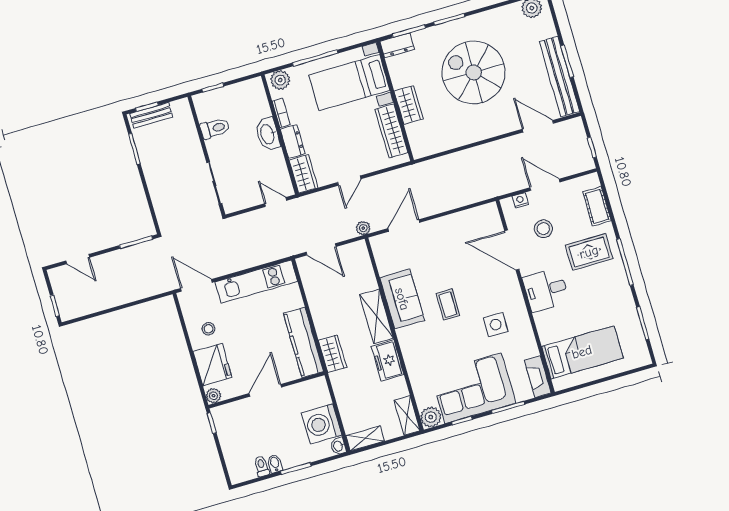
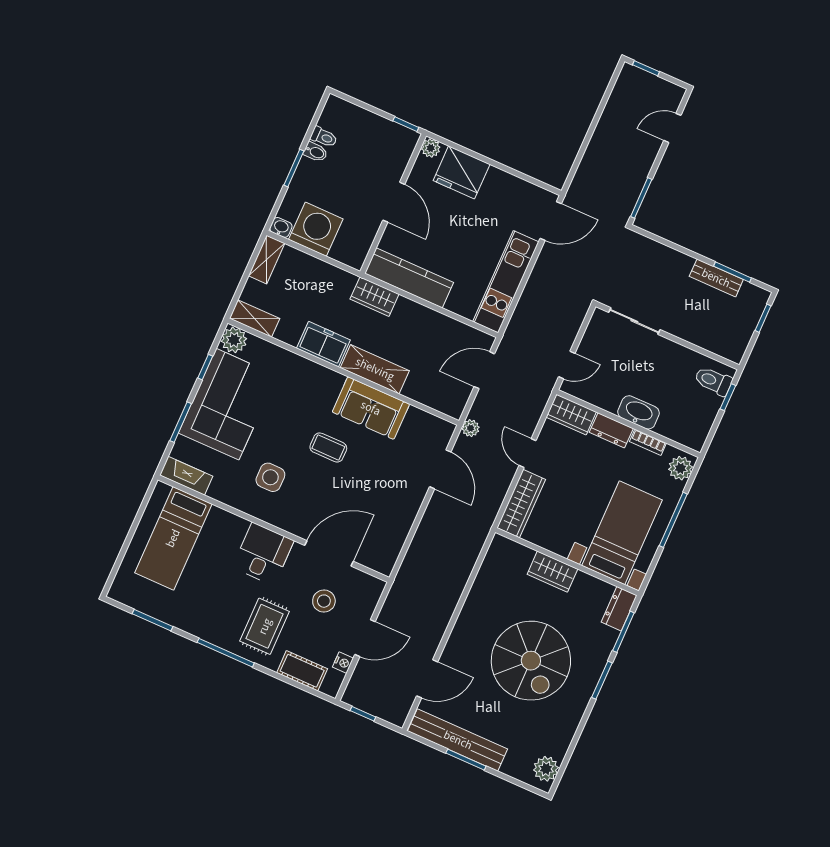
spiral stairs: (474, 72) -> (531, 661), turned 90
bench: (151, 115) -> (716, 278), moved, turned 90
toilet: (215, 128) -> (713, 381), moved, turned 90
wardrobe: (391, 131) -> (521, 504), moved, turned 90
nightstand: (520, 200) -> (343, 663), moved
stool: (208, 329) -> (499, 197), removed

